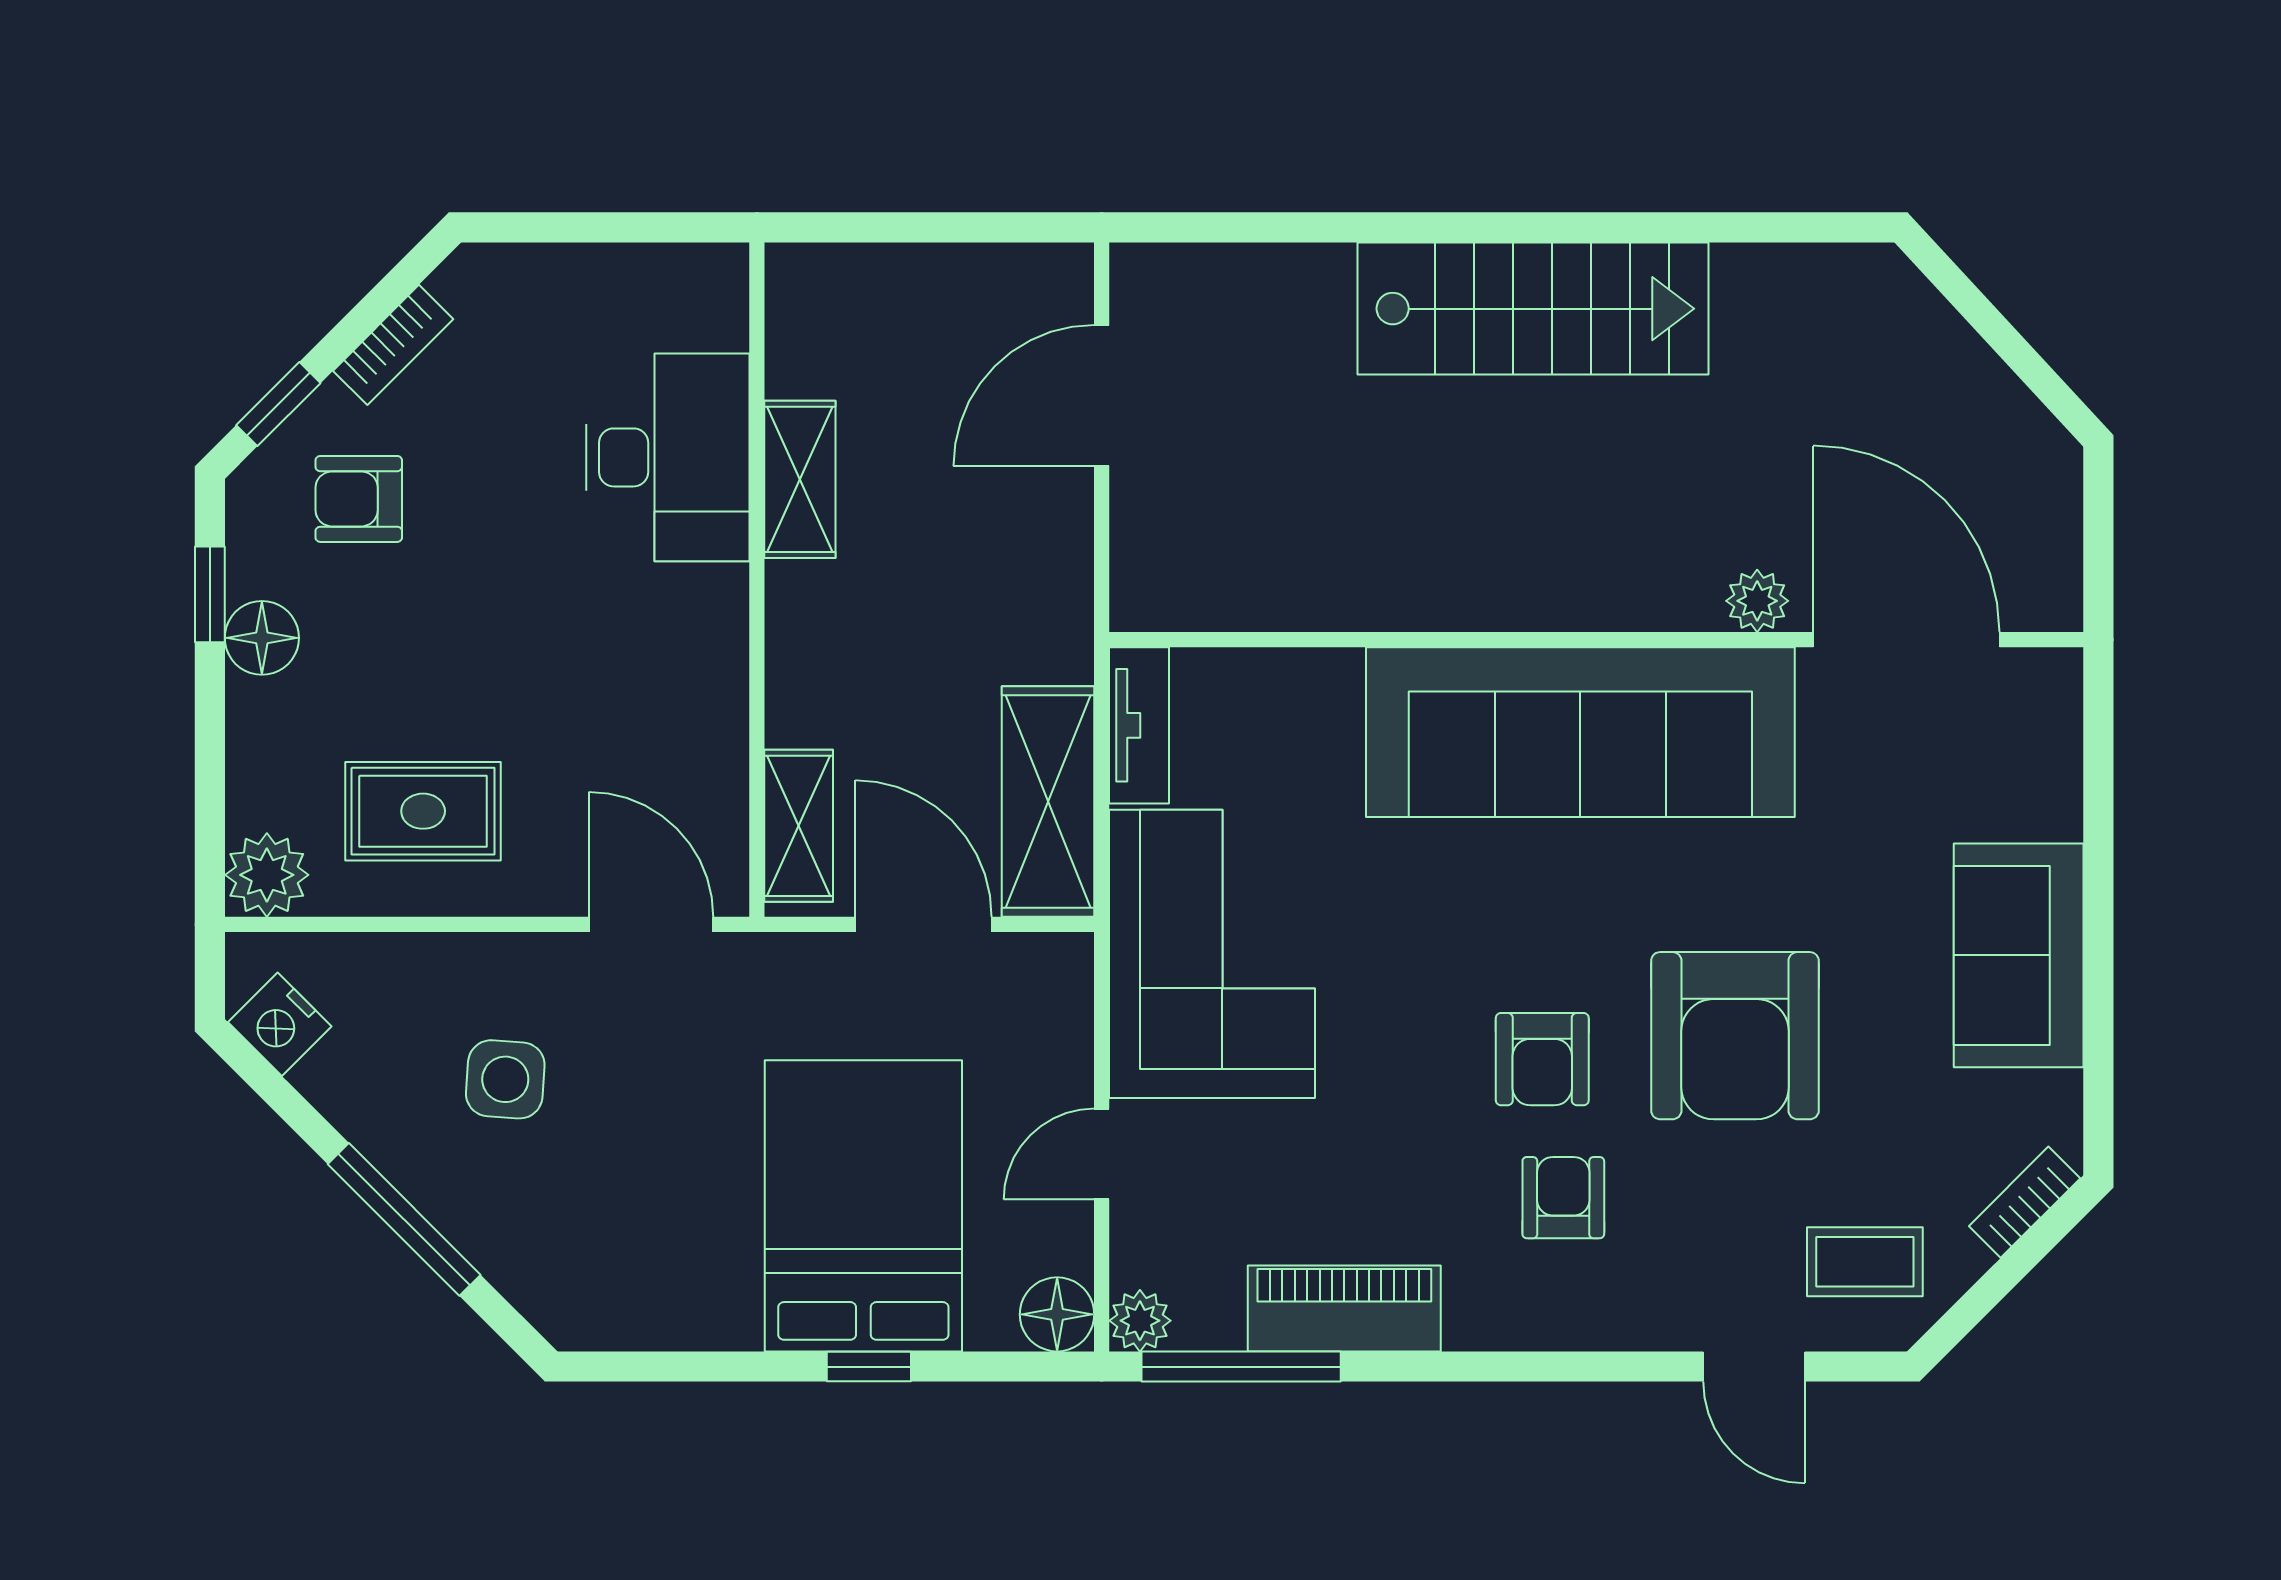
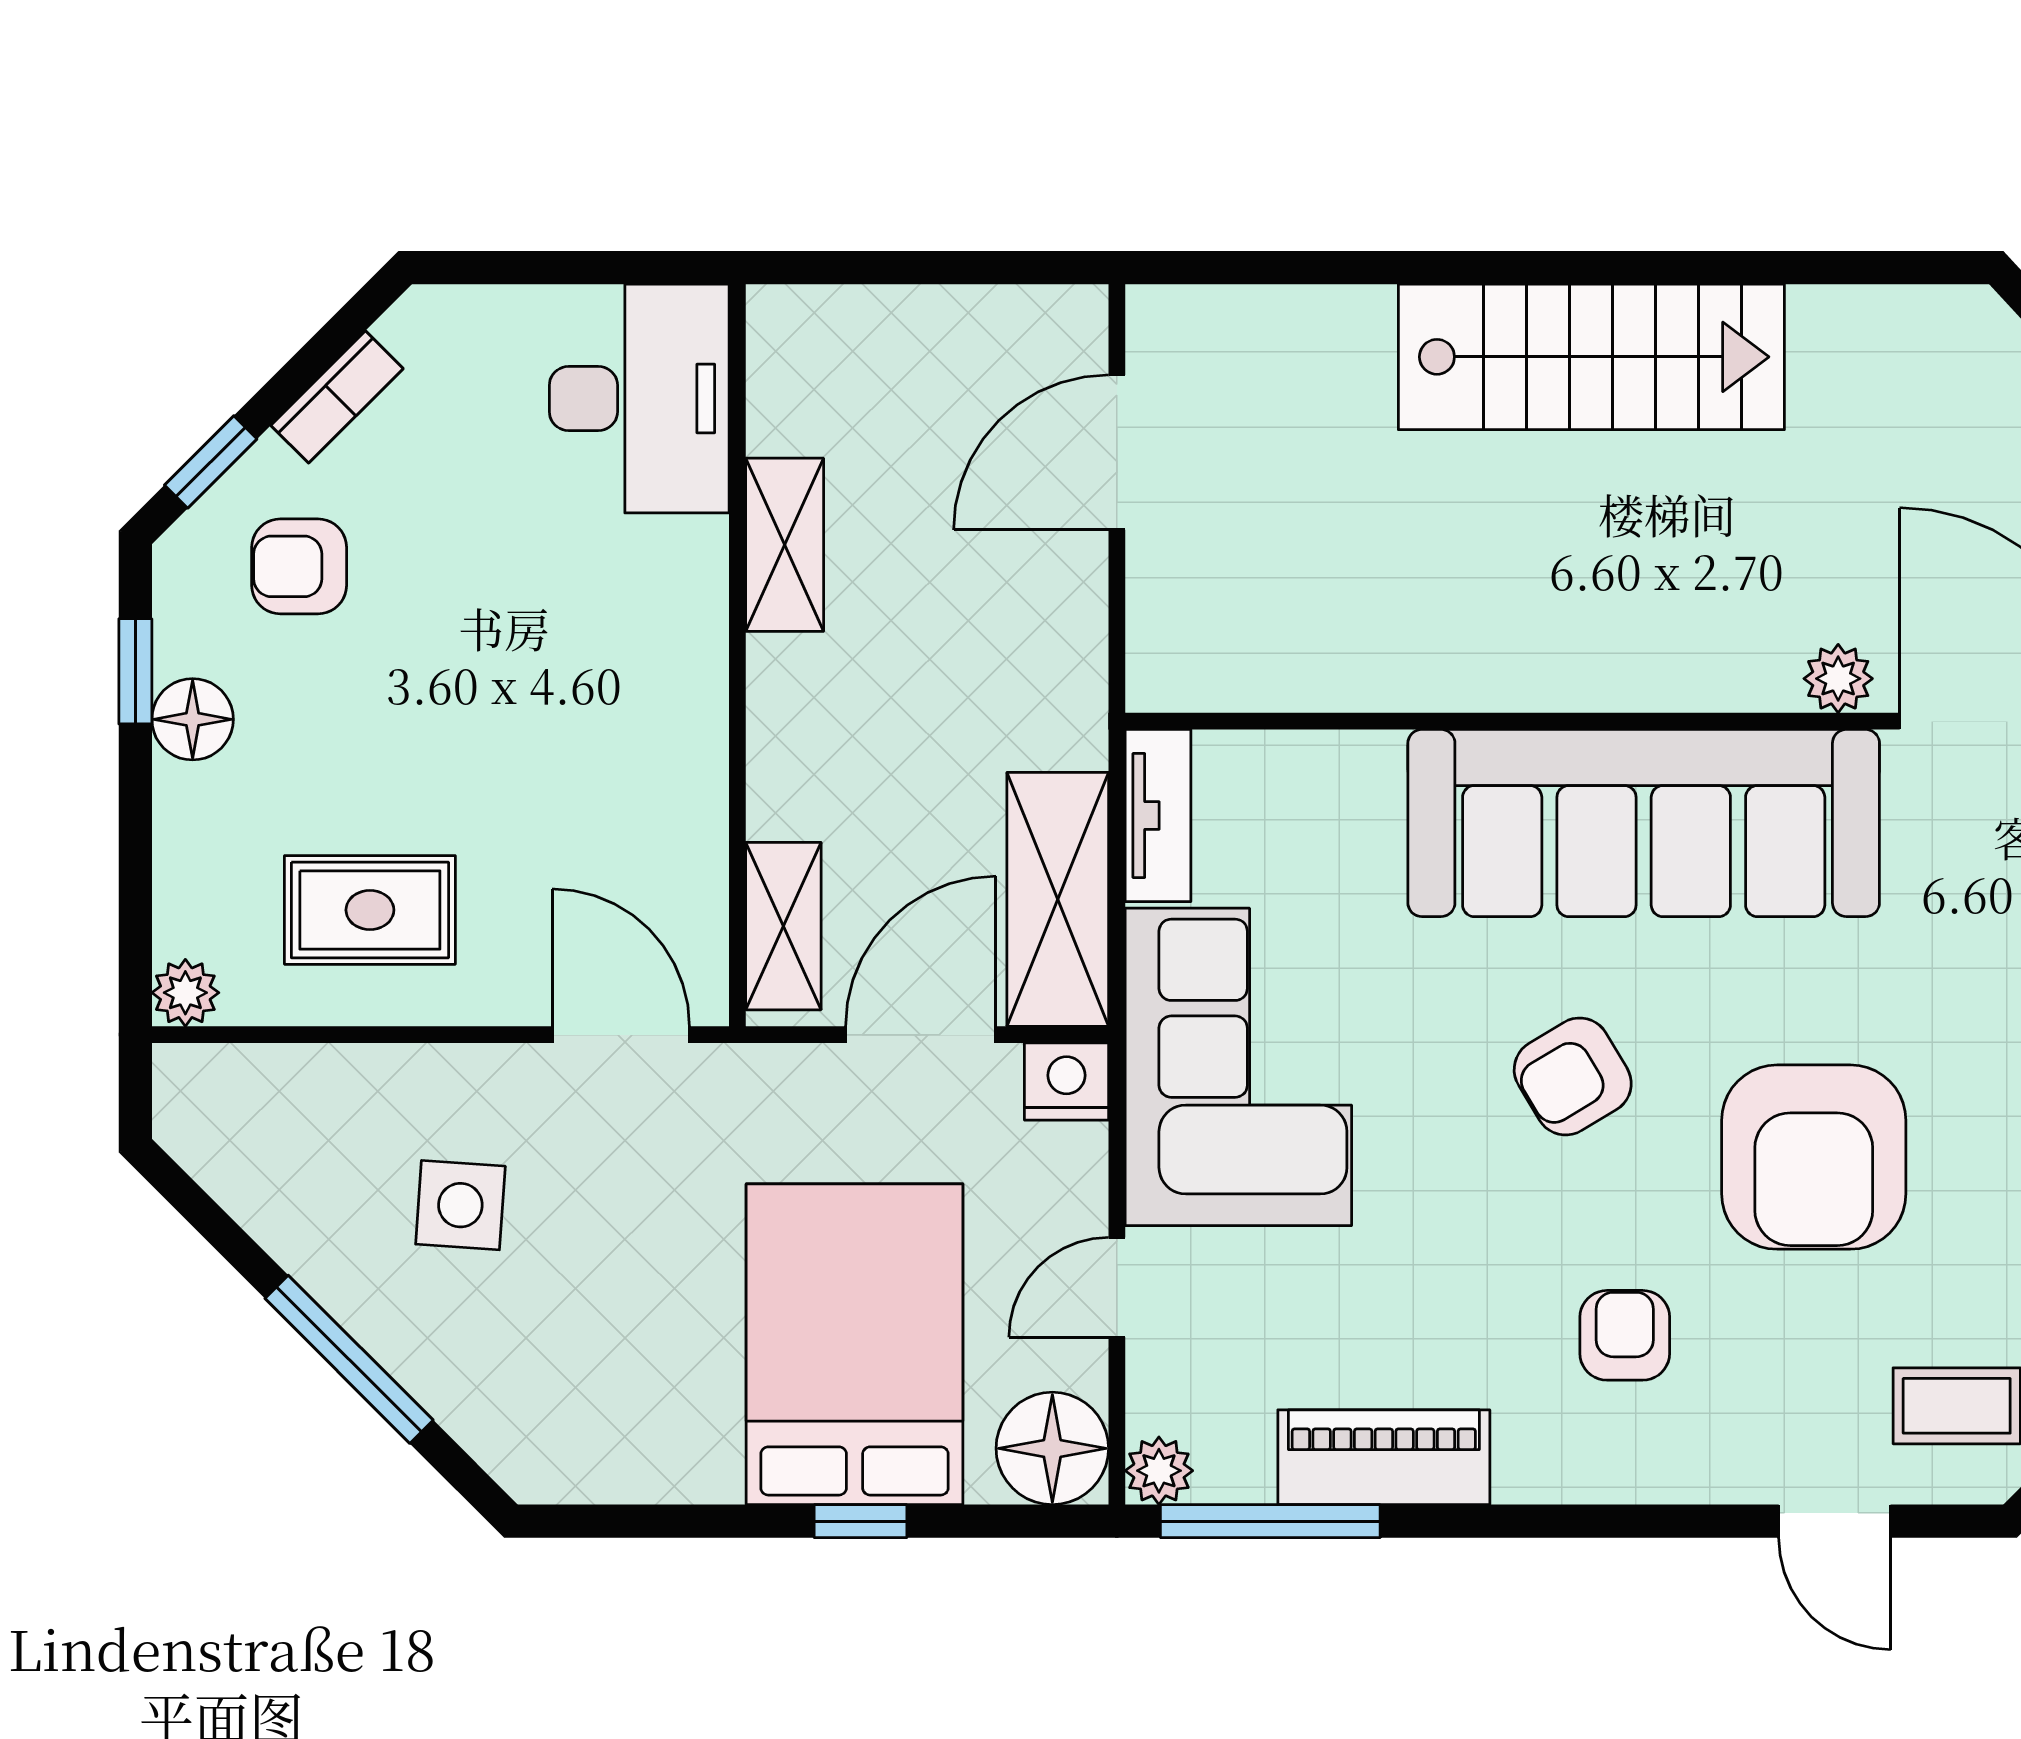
desk: (668, 457) -> (639, 398), moved
plant: (267, 875) -> (185, 993), width x0.73, depth x0.73
door: (924, 924) -> (921, 1035), hinge flipped
nightstand: (280, 1024) -> (1066, 1081), moved, turned 135
armchair: (1542, 1059) -> (1573, 1076), moved, turned 59
floor lamp: (1057, 1314) -> (1052, 1448), width x1.38, depth x1.38

